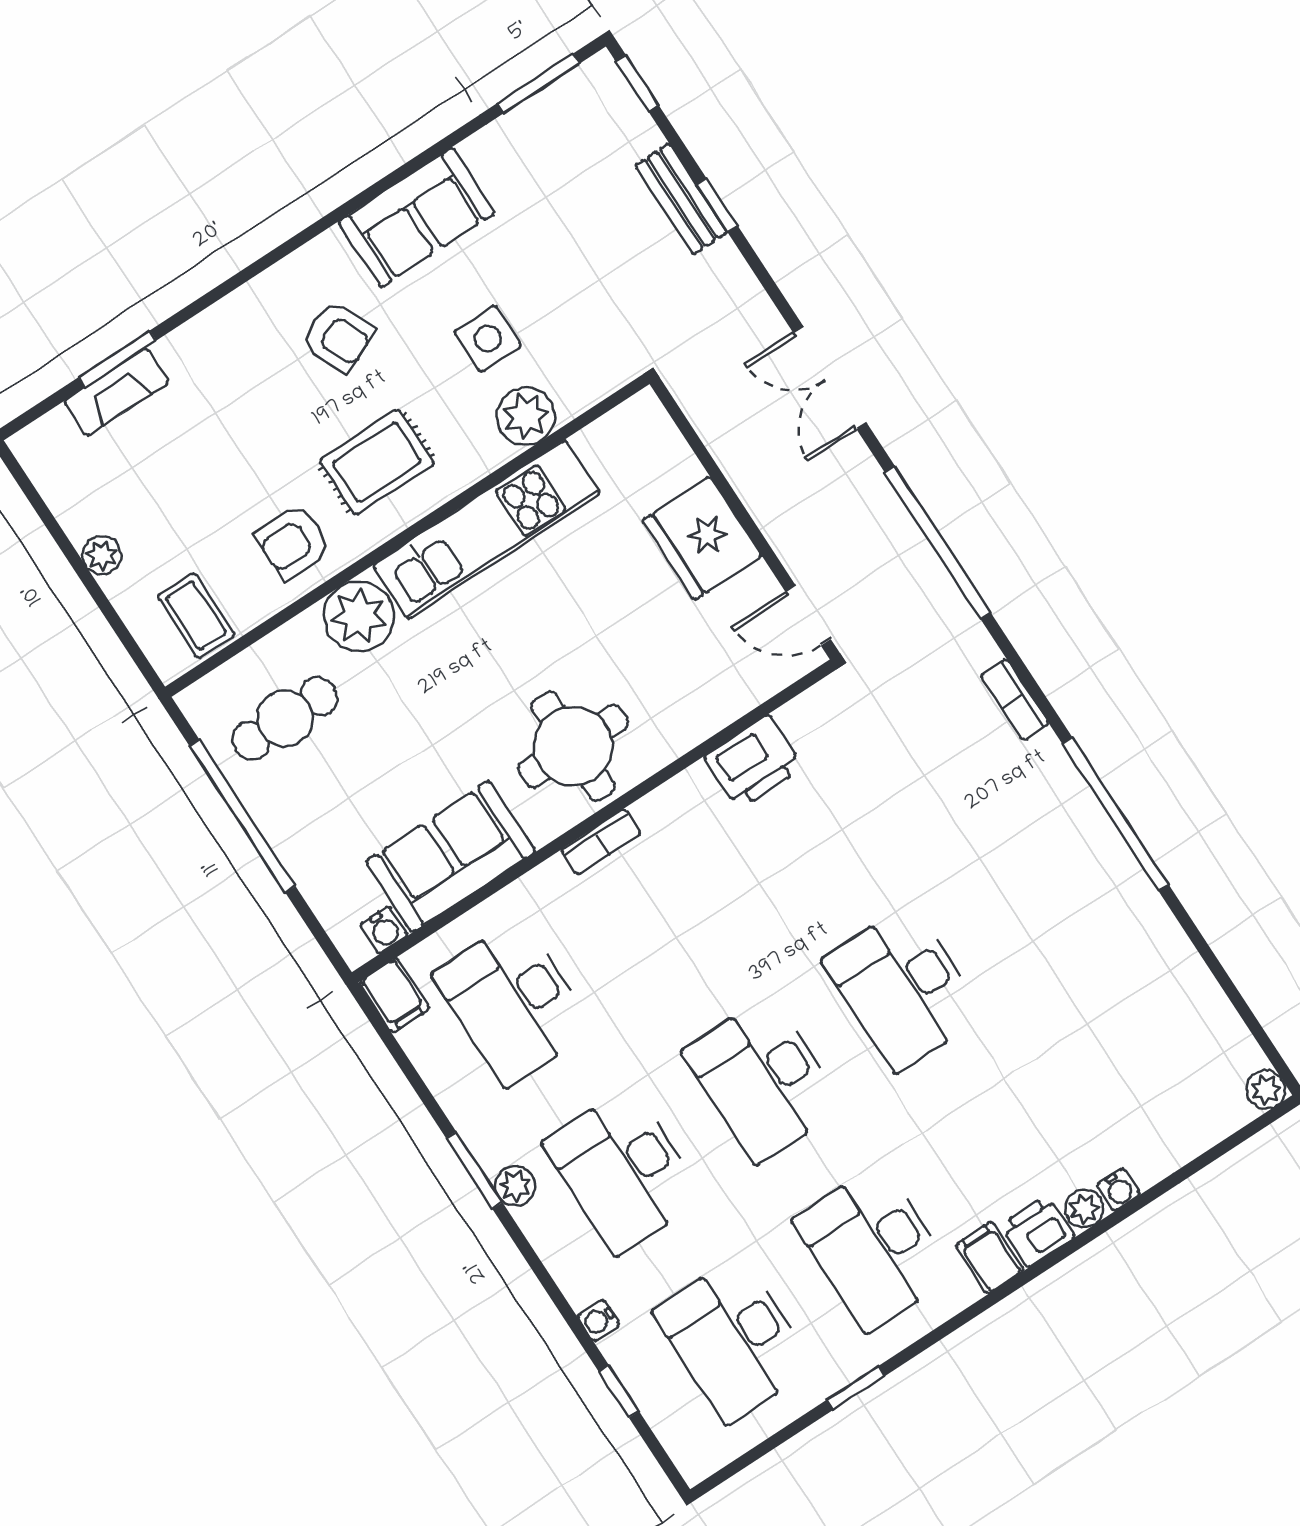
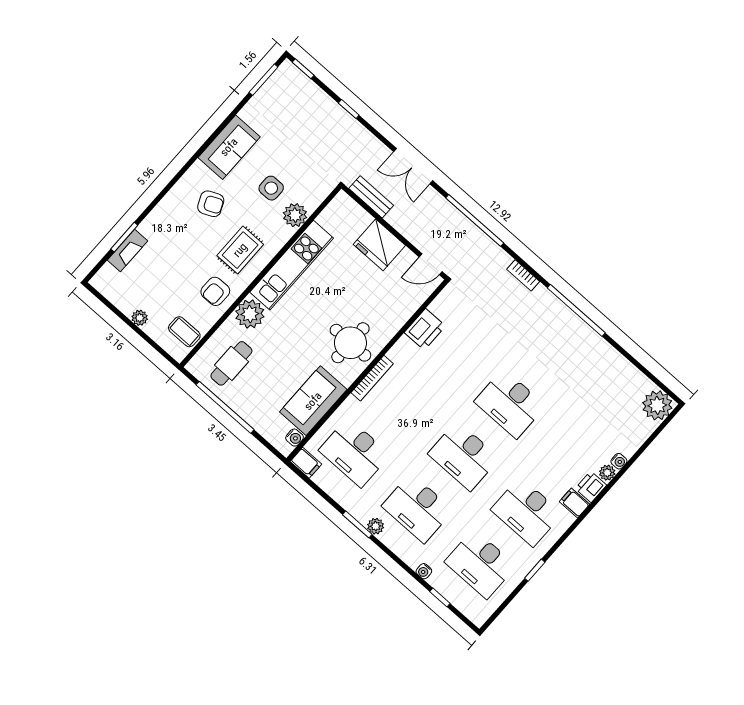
bench: (681, 199) -> (371, 197), moved
bookcase: (601, 842) -> (372, 378), width x1.56
plant: (1266, 1090) -> (657, 405), width x1.88, depth x1.88

